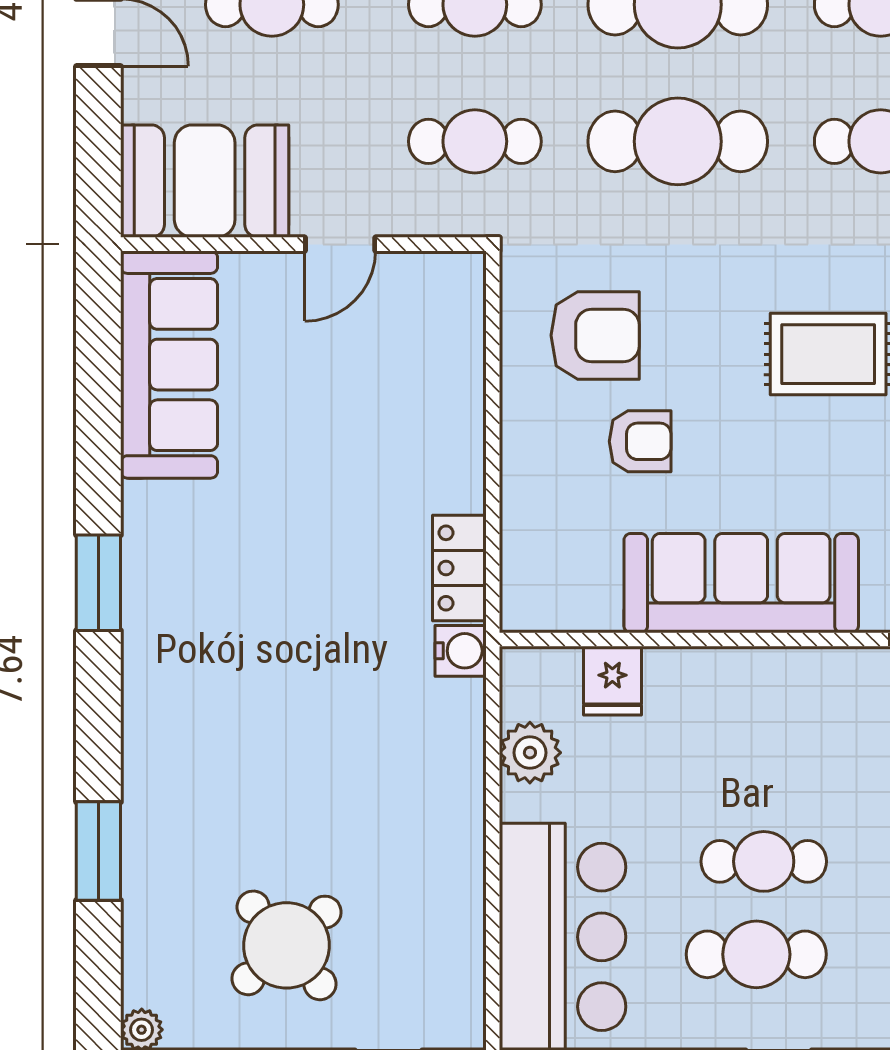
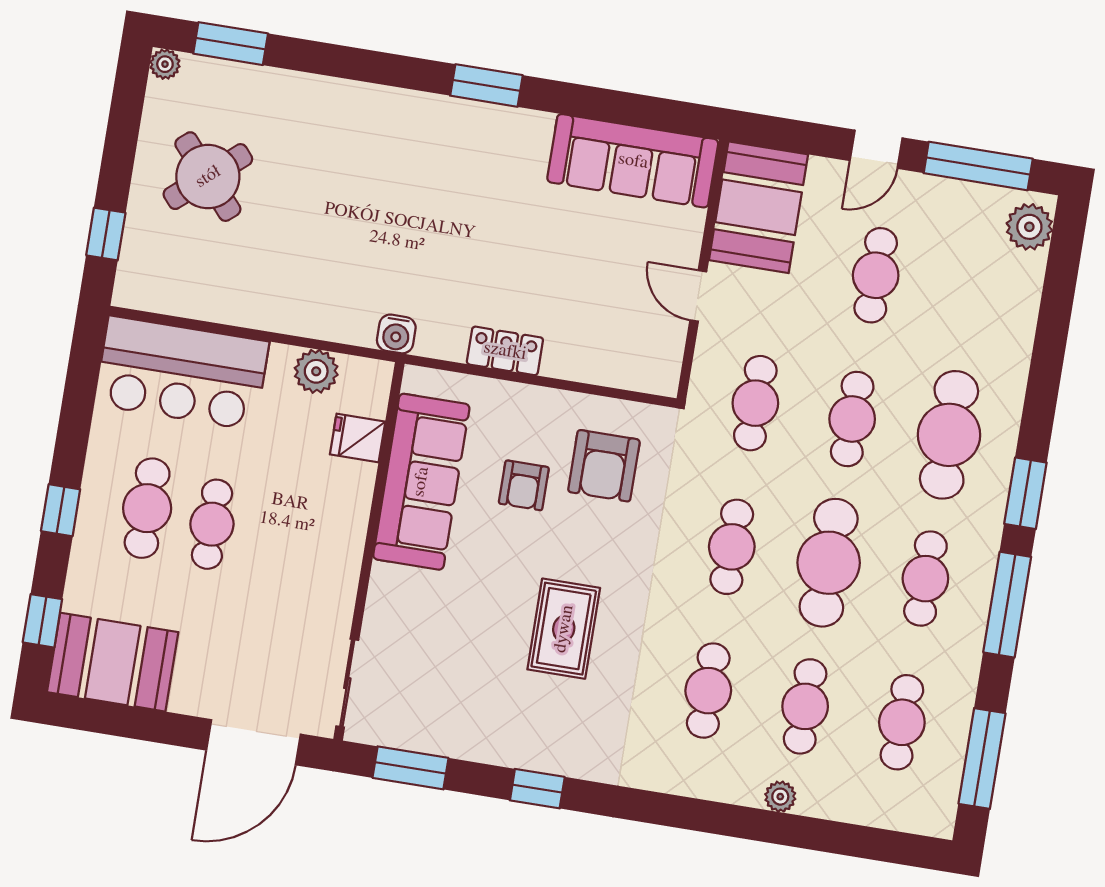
cafe table: (678, 141) -> (732, 547), width x0.73, depth x0.74
locker: (459, 568) -> (505, 351), moved
sofa: (741, 583) -> (421, 482), moved
window: (98, 851) -> (231, 44), moved

